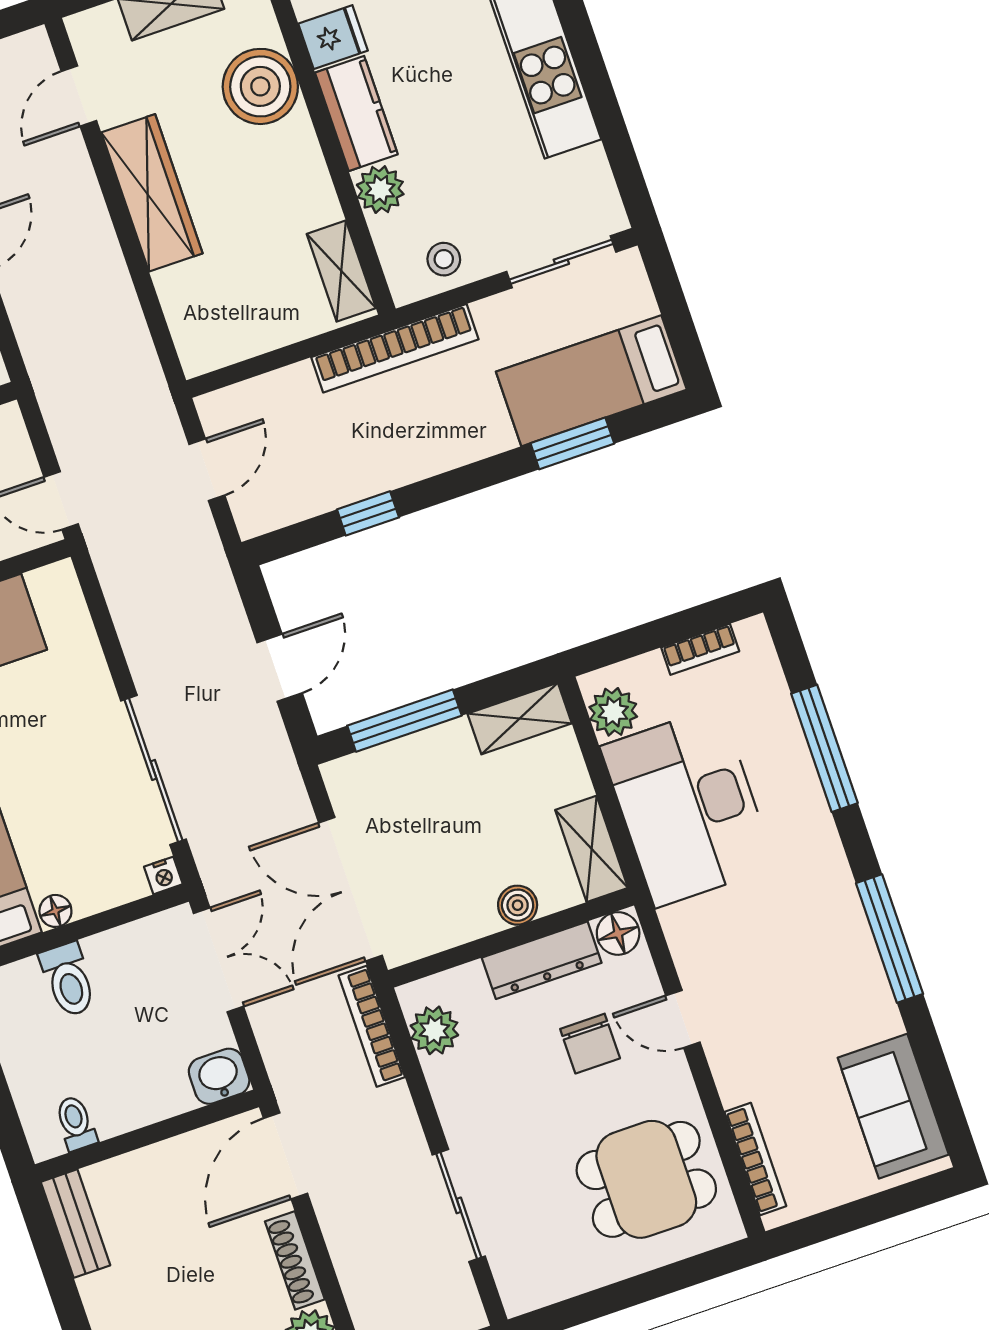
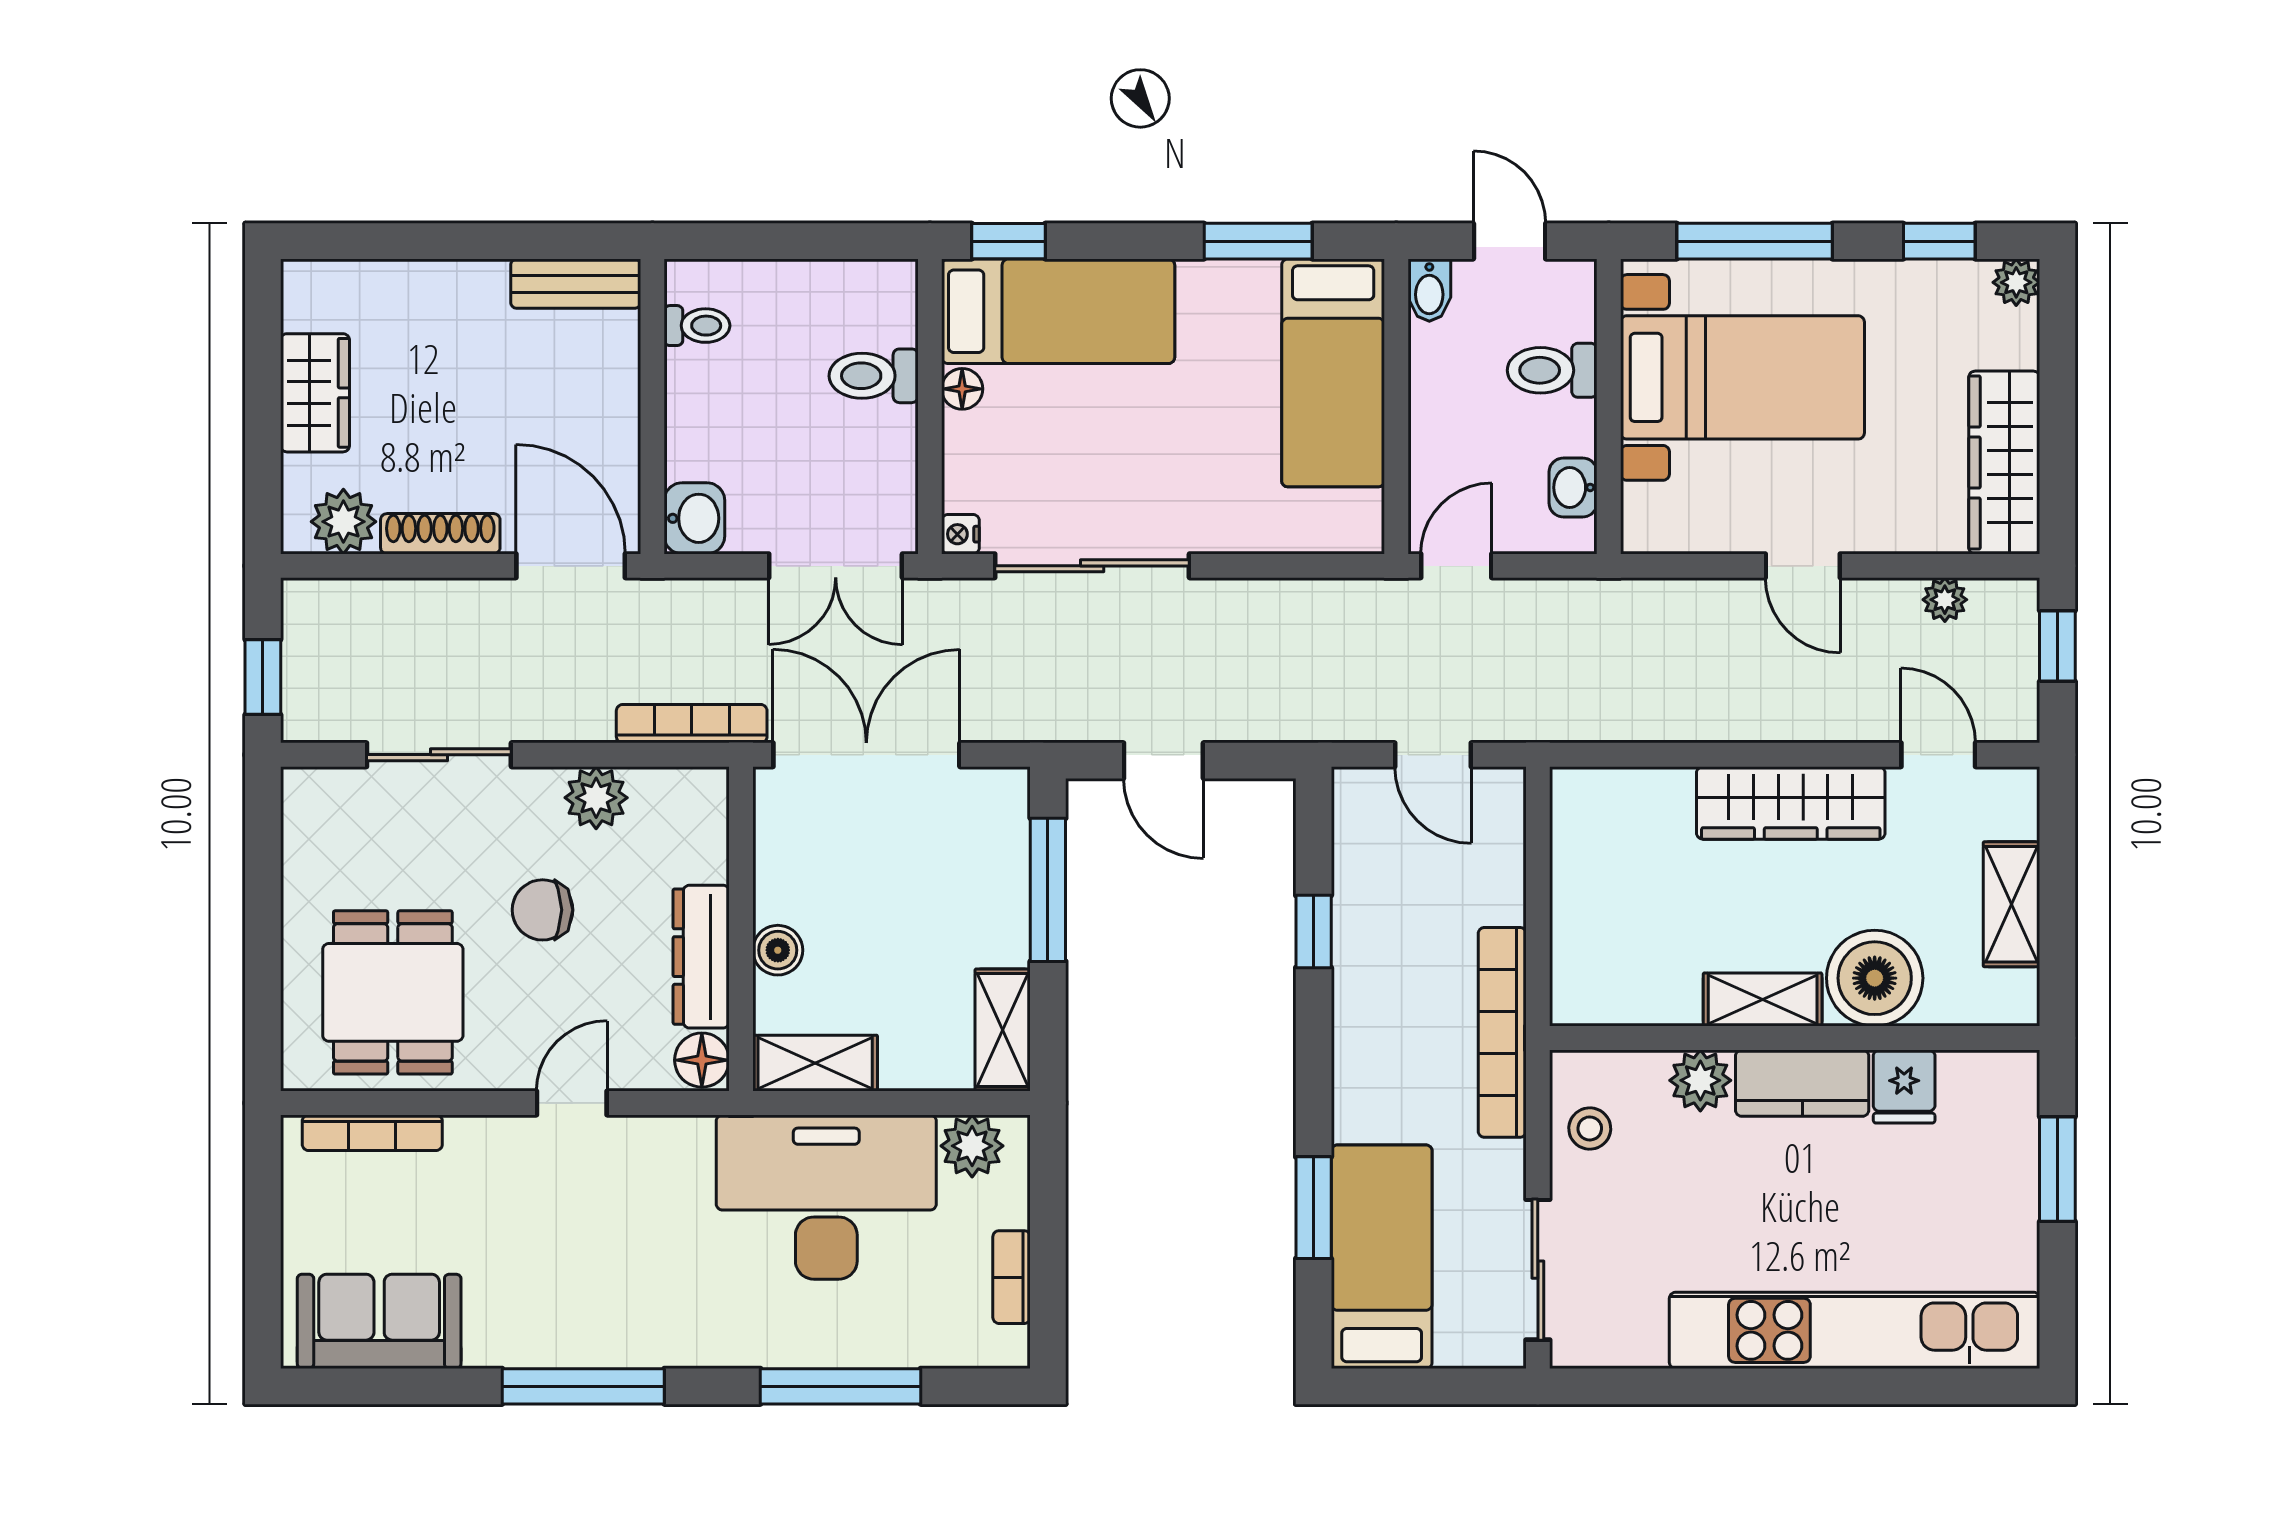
shelving: (341, 271) -> (1763, 1000), moved
plant: (434, 1030) -> (596, 798), moved
chair: (590, 1044) -> (543, 910), moved

